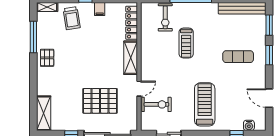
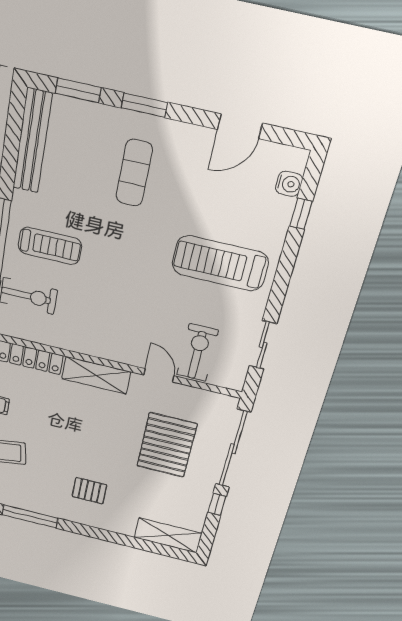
treadmill: (186, 43) -> (50, 246), moved
pallet: (47, 58) -> (89, 491), moved

